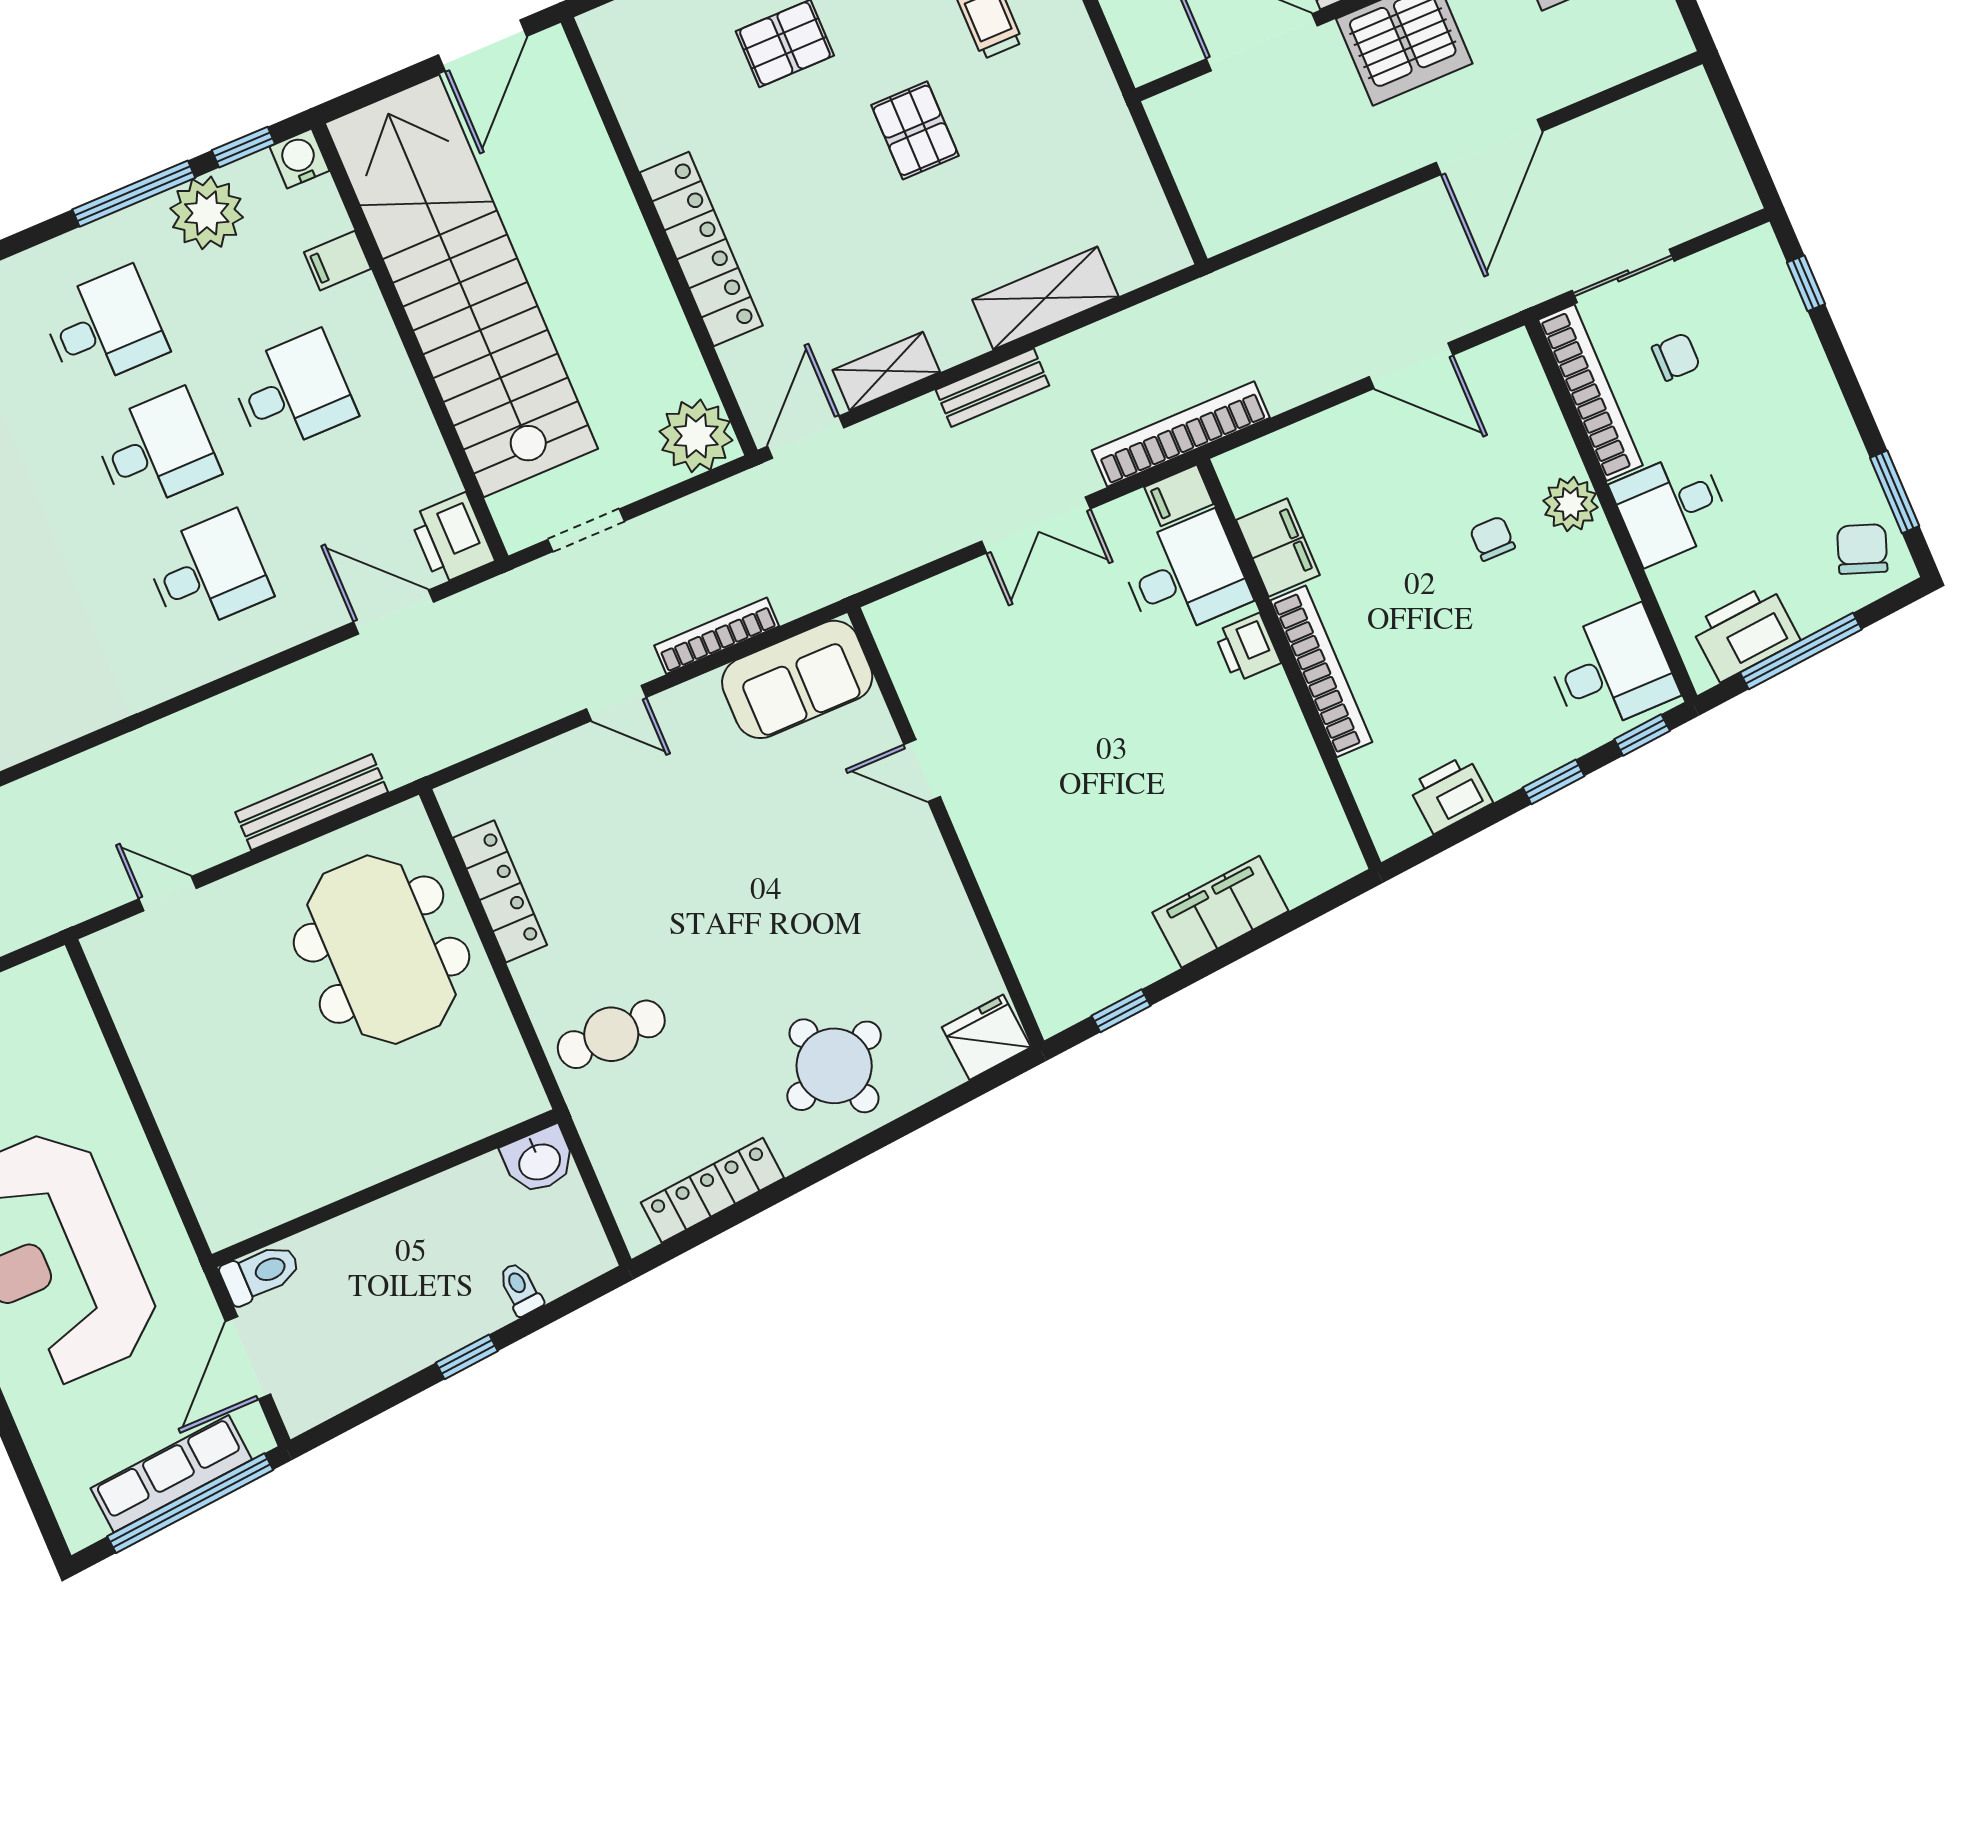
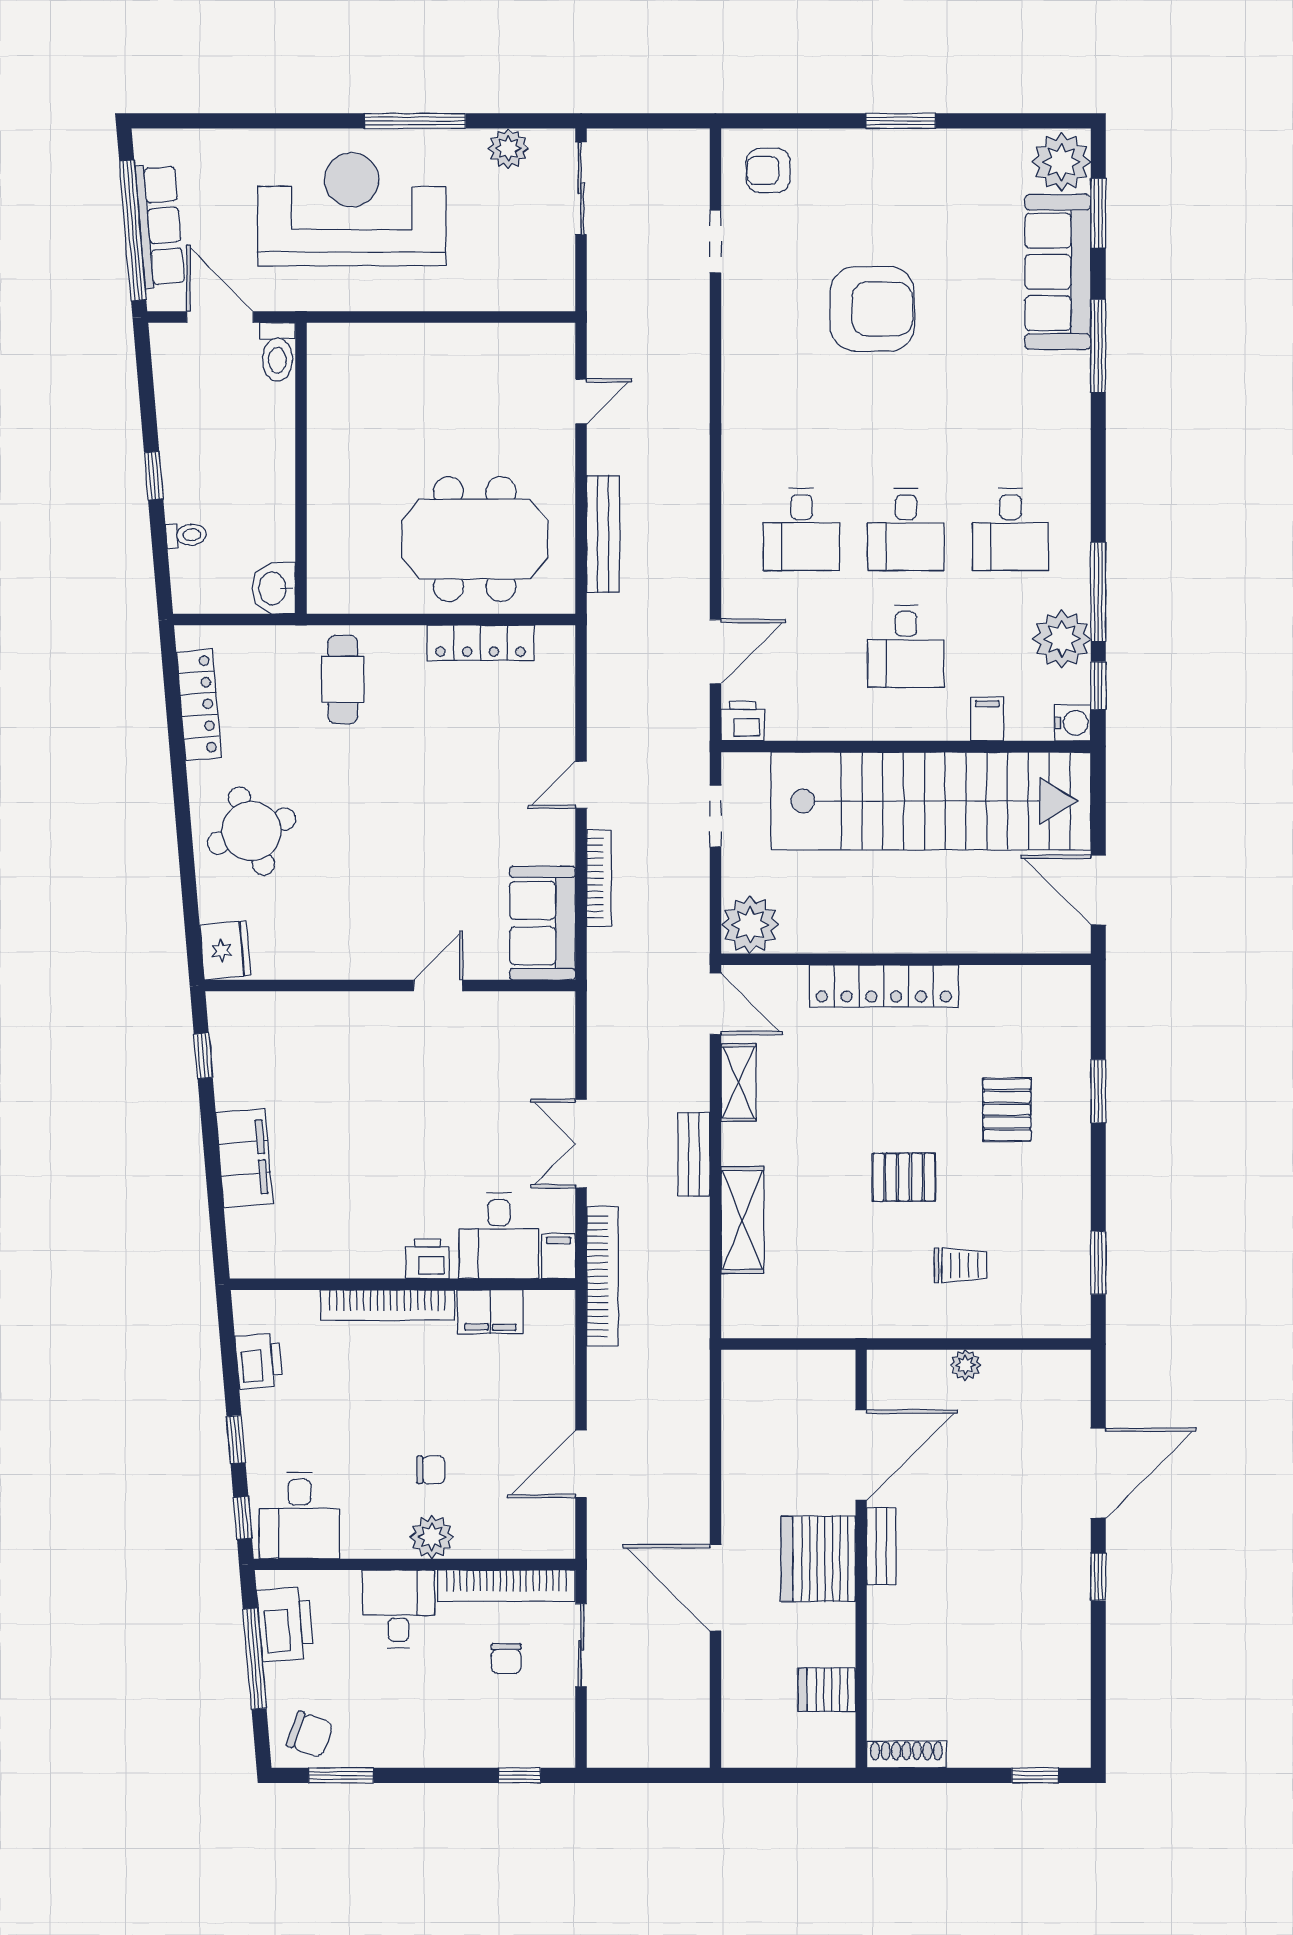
printer: (452, 539) -> (743, 721), width x0.73, depth x0.81

